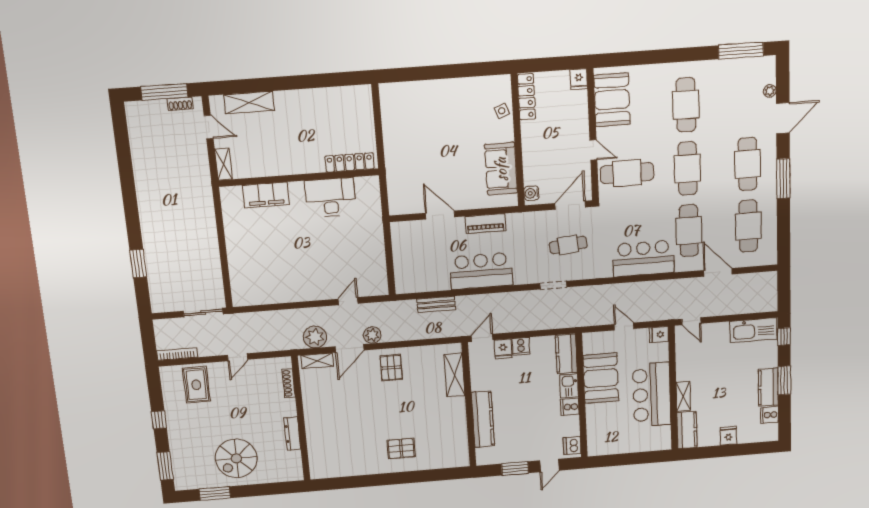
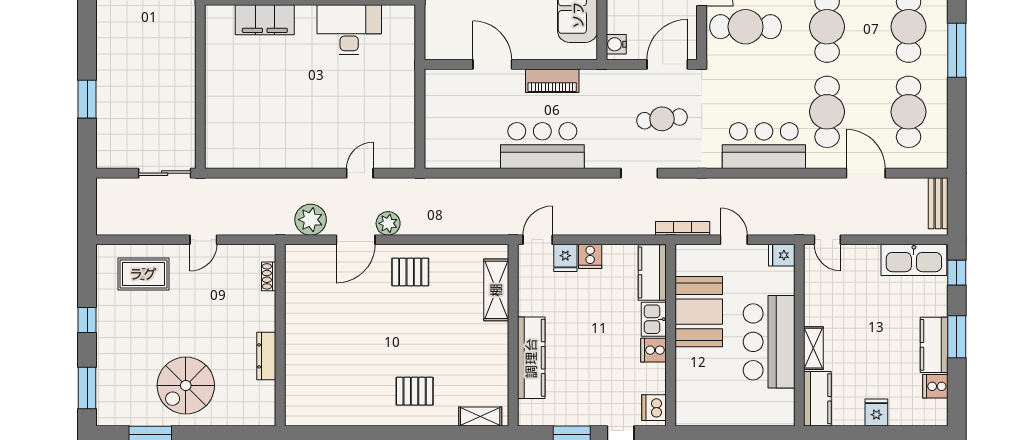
bench: (436, 304) -> (938, 203), moved, turned 90
bookcase: (177, 354) -> (683, 228), moved
shelving: (317, 361) -> (480, 416), moved
pallet: (391, 368) -> (410, 272), turned 90
shoe rack: (289, 383) -> (269, 276), width x0.70
rug: (196, 385) -> (143, 274), turned 90

